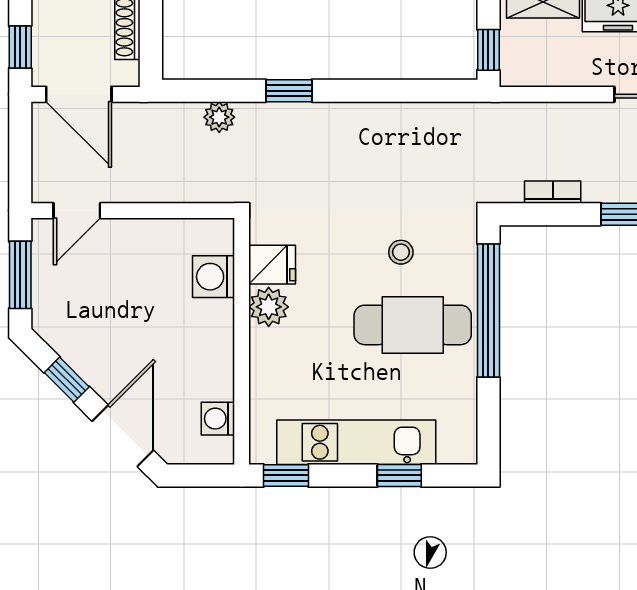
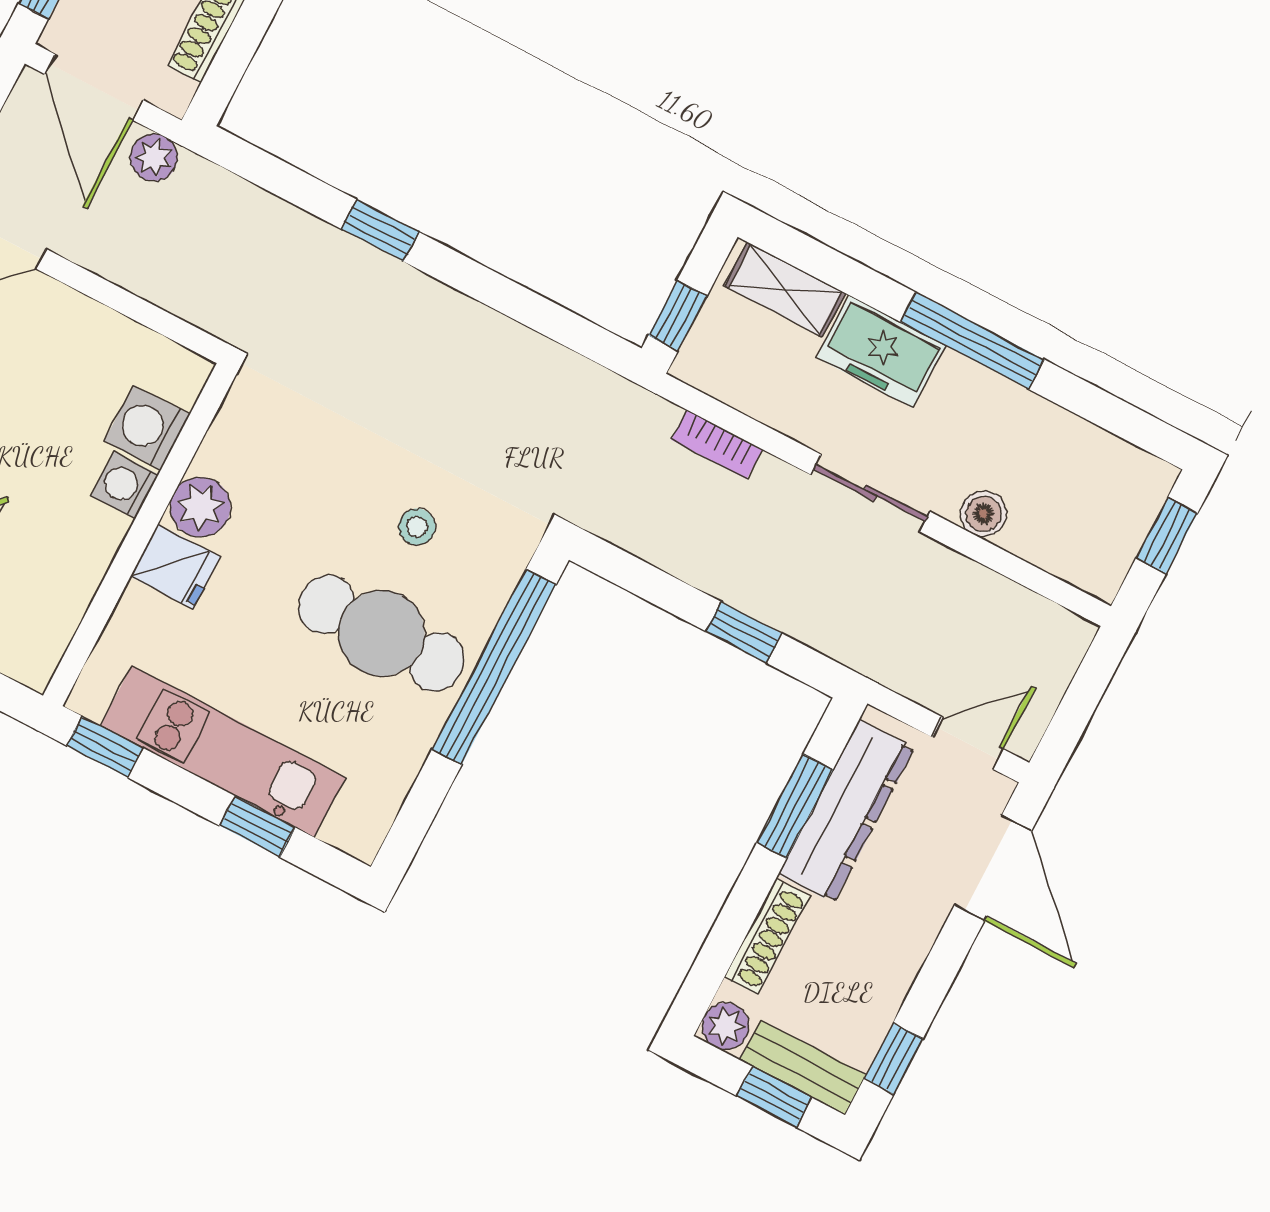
plant: (219, 117) -> (154, 157), moved
bookcase: (553, 192) -> (717, 444), moved, turned 180
fridge: (272, 265) -> (175, 566), moved
washing machine: (218, 419) -> (125, 485), moved

